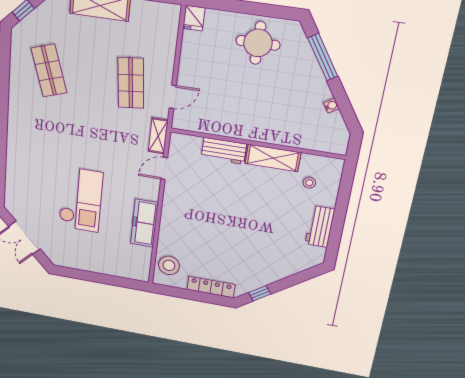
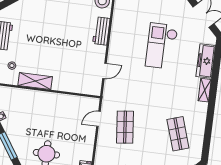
shelving: (158, 136) -> (205, 90), moved
workbench: (224, 151) -> (101, 31), moved, turned -90
freezer: (144, 223) -> (206, 61), moved, turned 180

